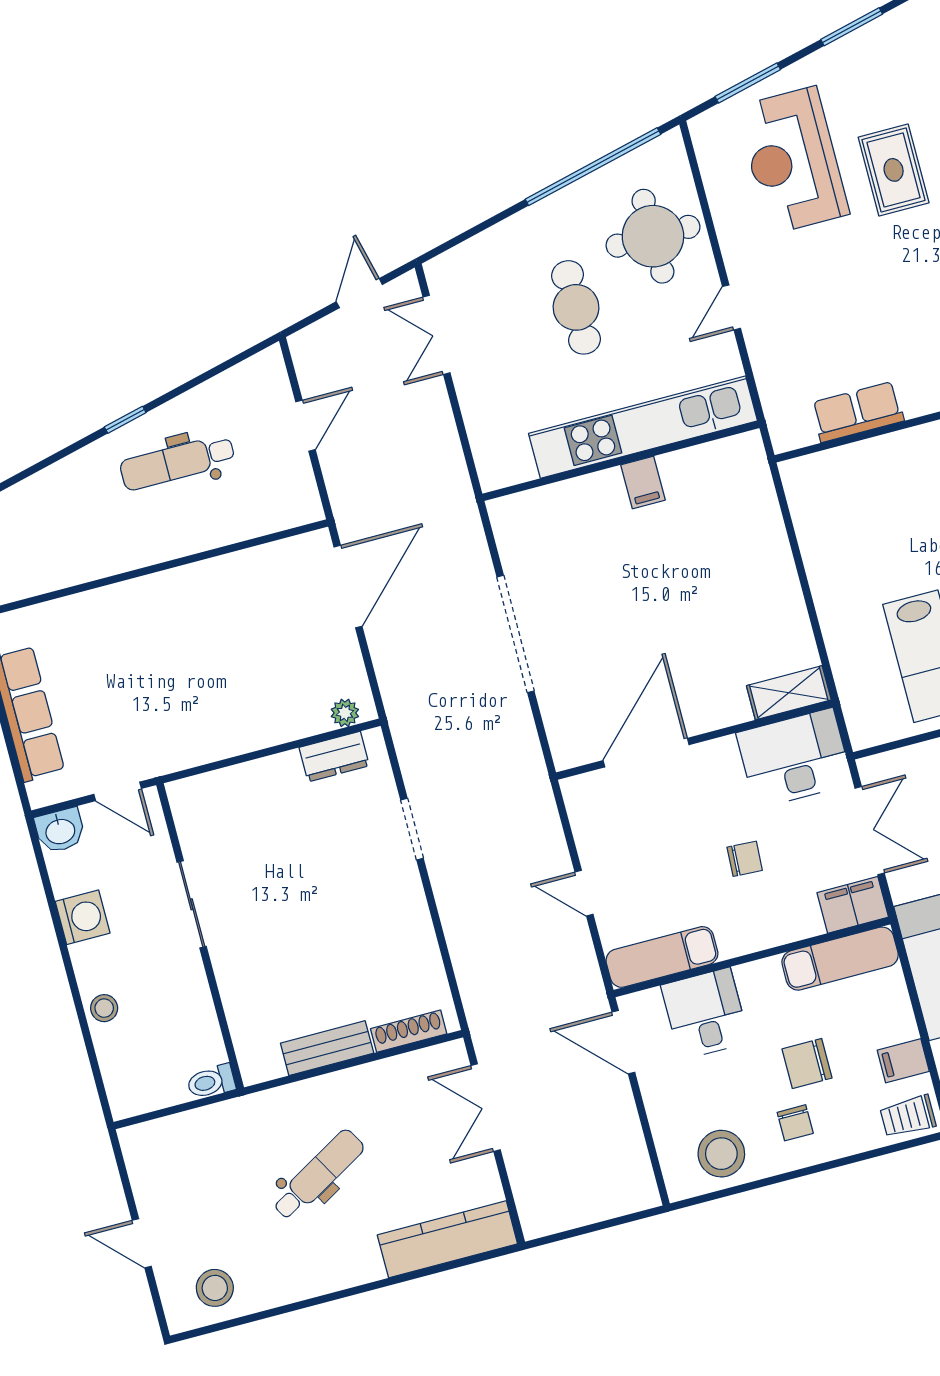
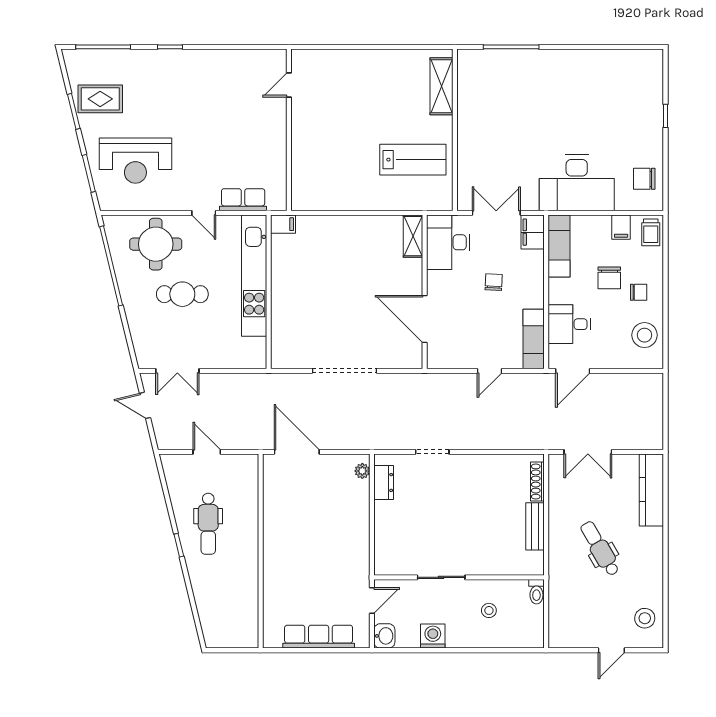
rug: (894, 170) -> (100, 99), moved
row of seats: (858, 412) -> (243, 200), moved, turned 90
filing cabinet: (643, 482) -> (283, 224), moved
stool: (104, 1008) -> (489, 610), moved

